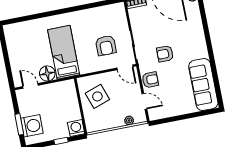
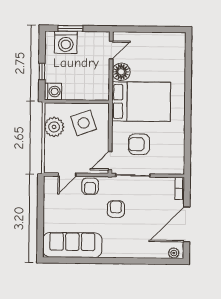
bed: (64, 52) -> (141, 102), width x1.50
plant: (129, 120) -> (54, 127), moved, width x1.88, depth x1.88

